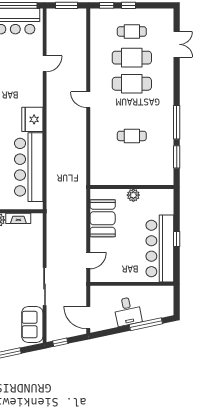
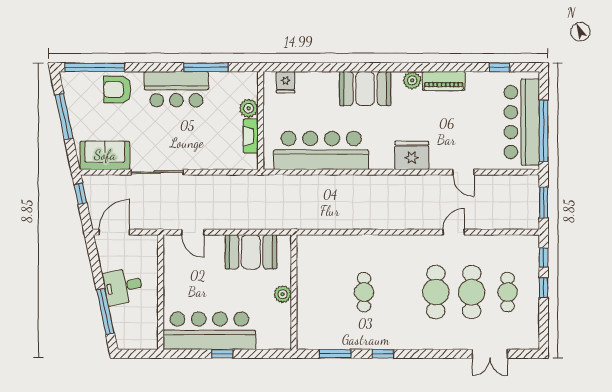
door: (88, 100) -> (454, 232), moved
fridge: (32, 119) -> (412, 155), moved
window: (177, 122) -> (383, 354), width x0.46

